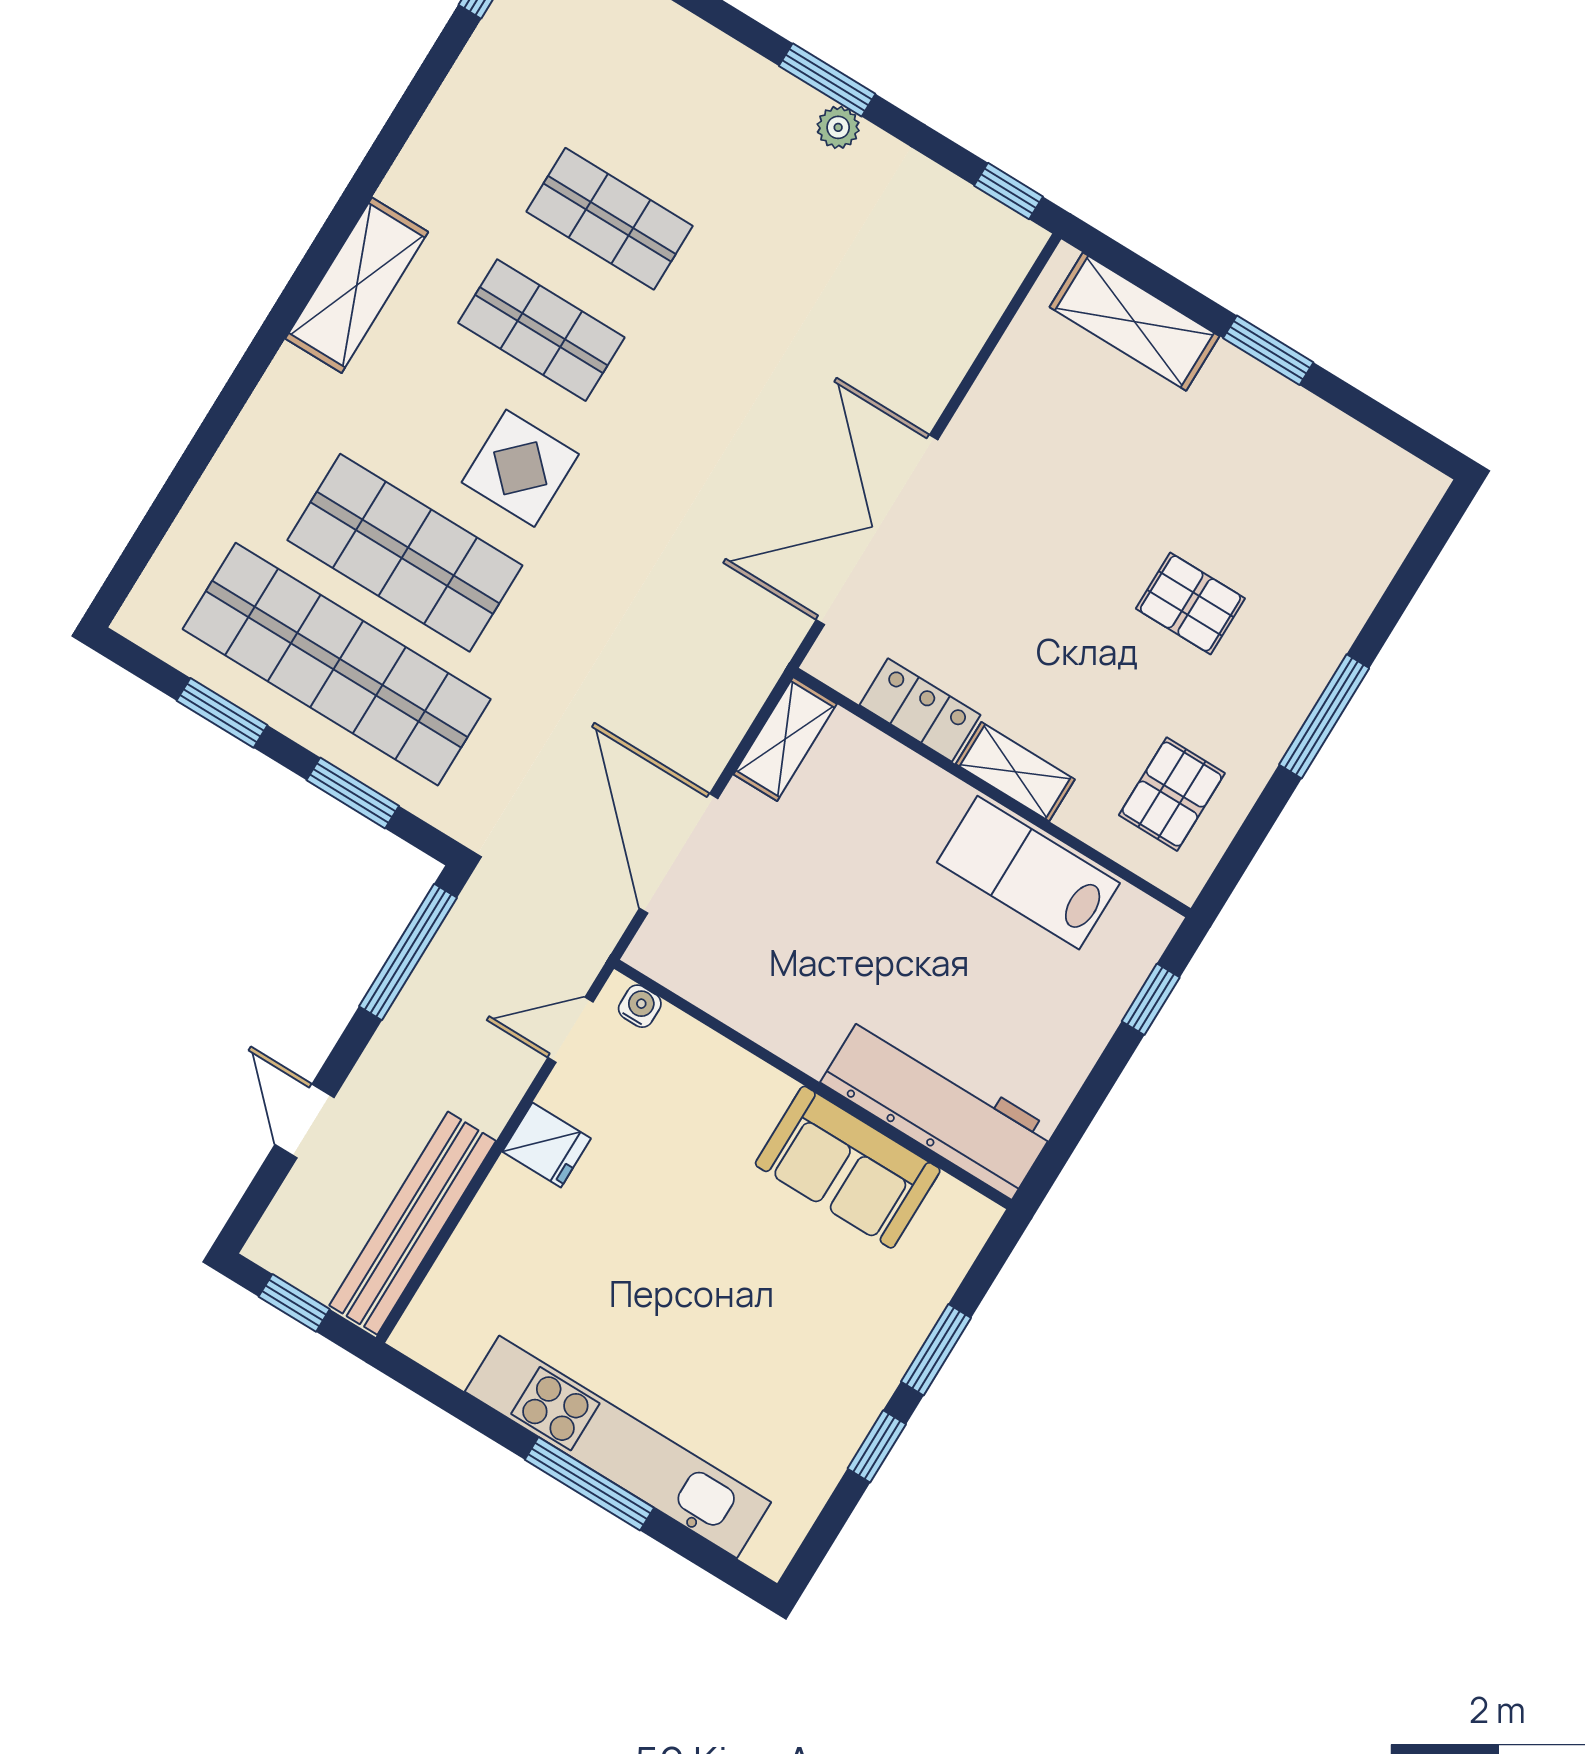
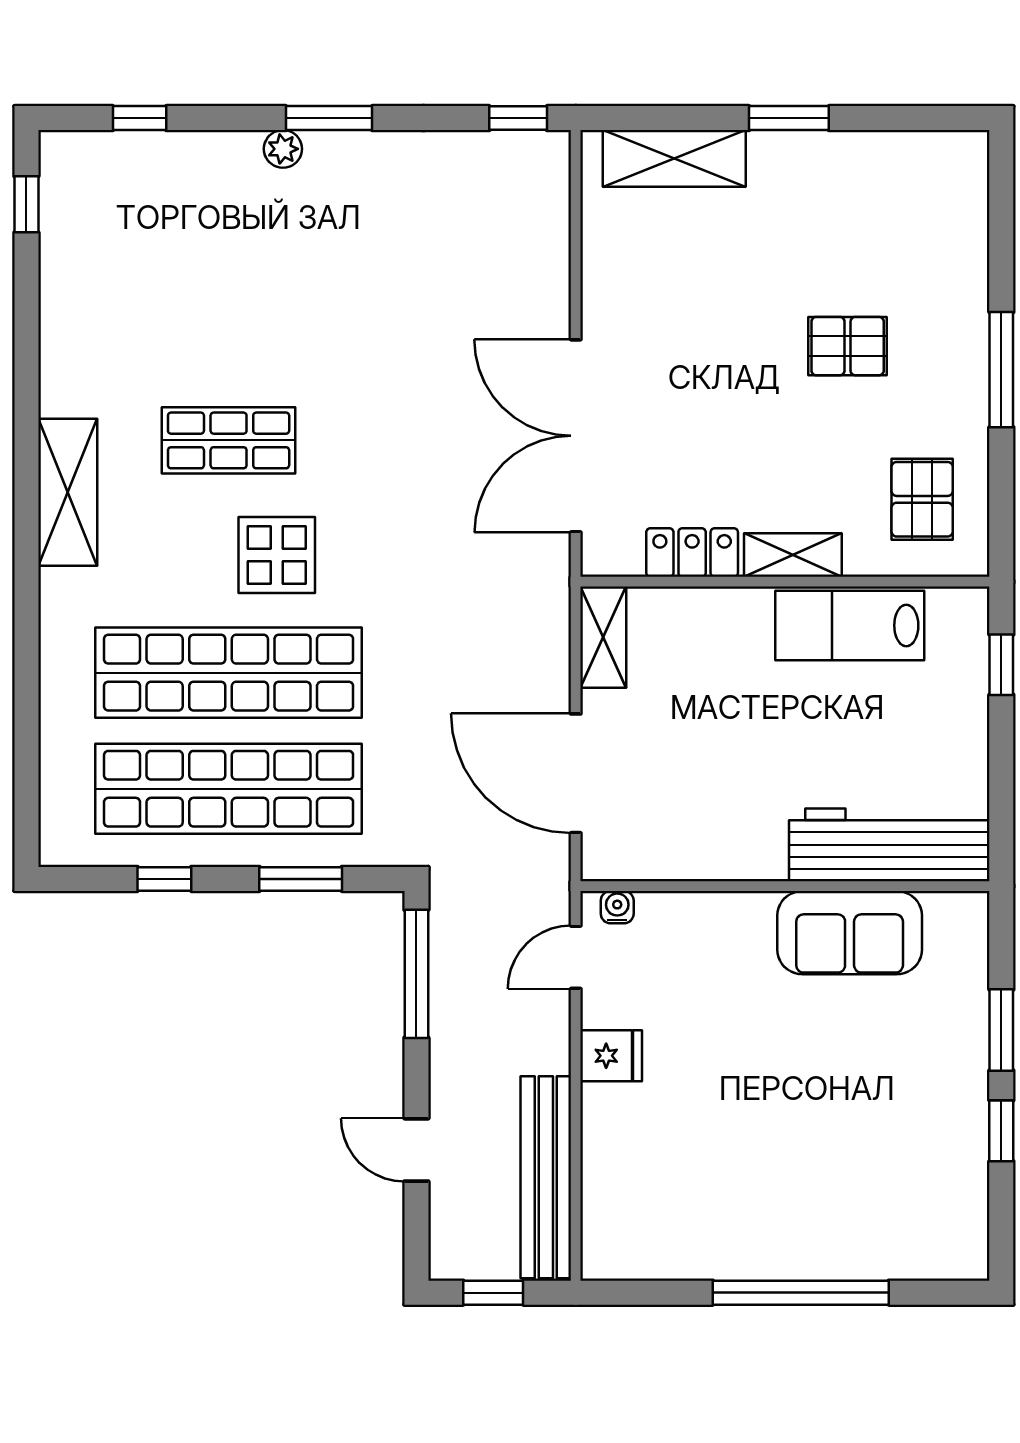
plant: (838, 127) -> (283, 149), moved
shop shelf: (610, 219) -> (229, 324), removed
shop shelf: (405, 553) -> (229, 673), width x1.40
window: (222, 713) -> (164, 879), width x0.67
kitchen unit: (618, 1447) -> (805, 1251), removed
window: (589, 1484) -> (801, 1293), width x1.46

